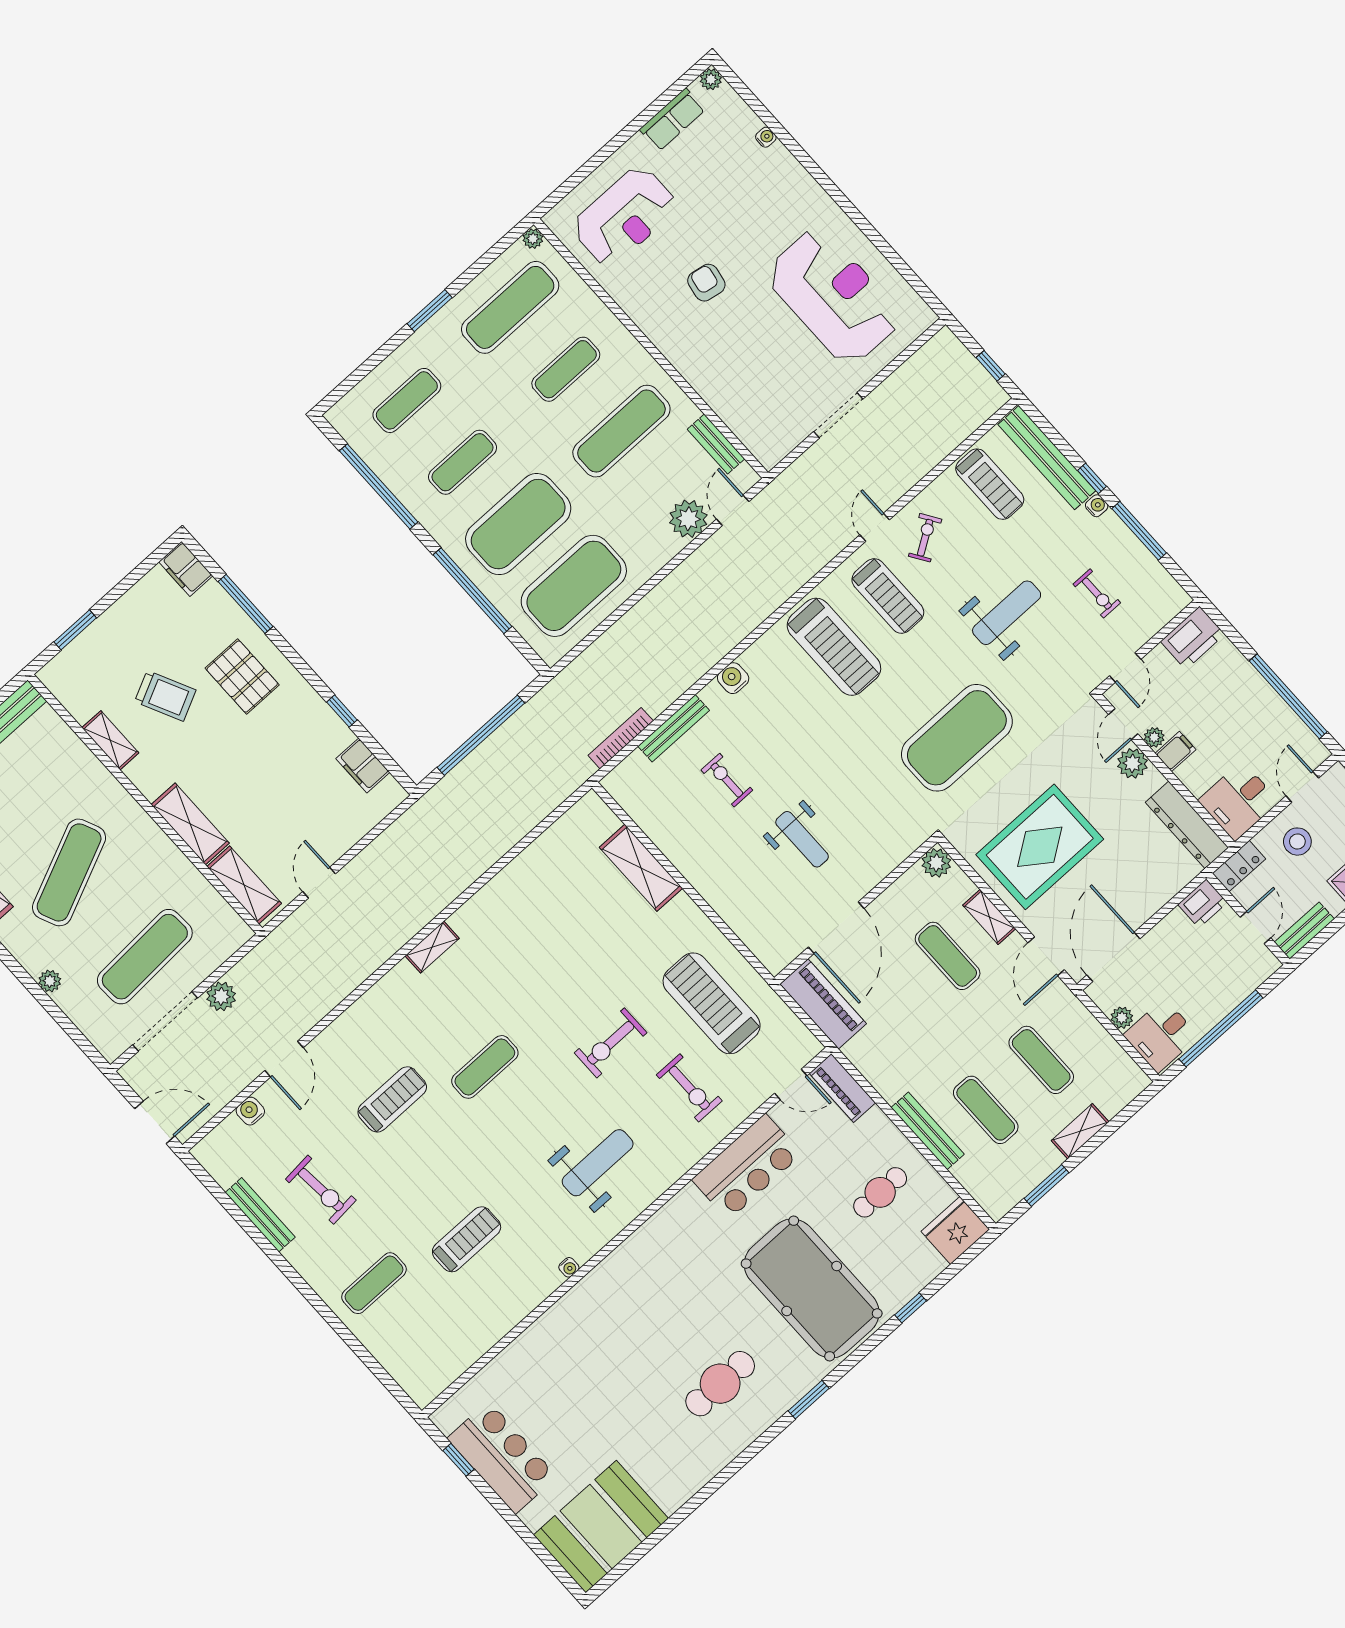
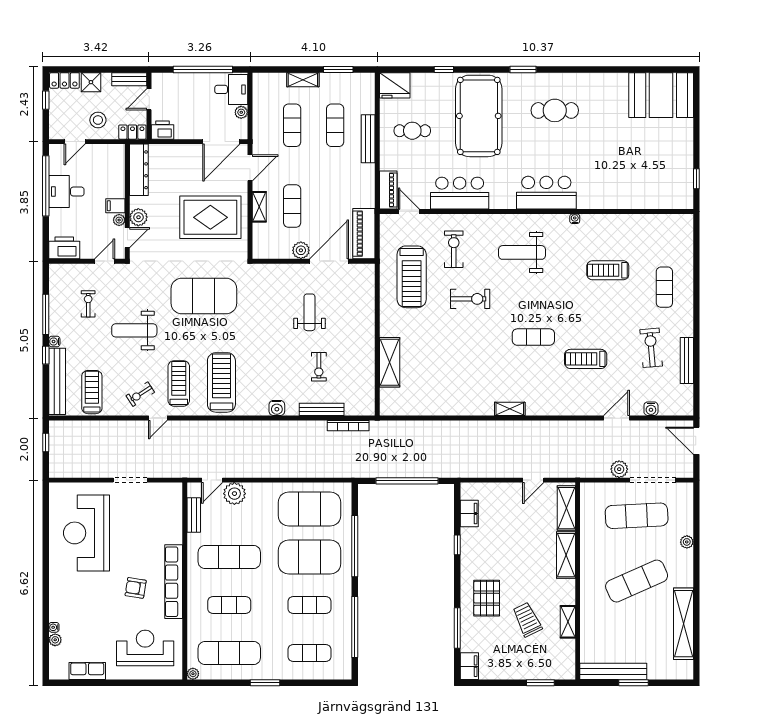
plant: (711, 79) -> (55, 640), moved
armchair: (706, 283) -> (136, 588), turned 89
row of seats: (665, 335) -> (174, 582), added
desk: (1239, 801) -> (66, 192), moved, turned 180
plant: (936, 863) -> (301, 250), moved
exercise mat: (374, 1283) -> (664, 287), turned 90
bar counter: (502, 1457) -> (546, 193), moved, turned 90

